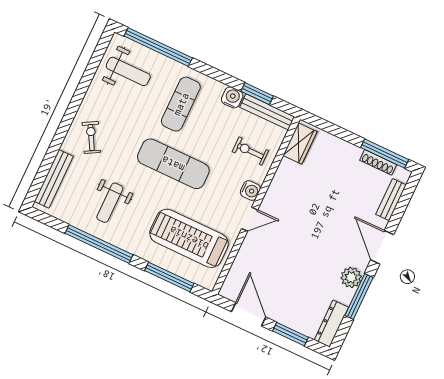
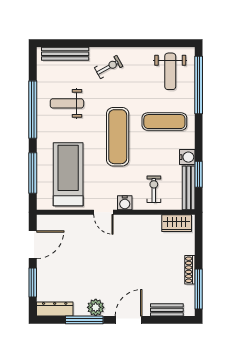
shoe rack: (378, 162) -> (190, 270), moved

